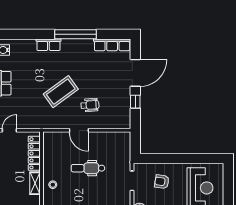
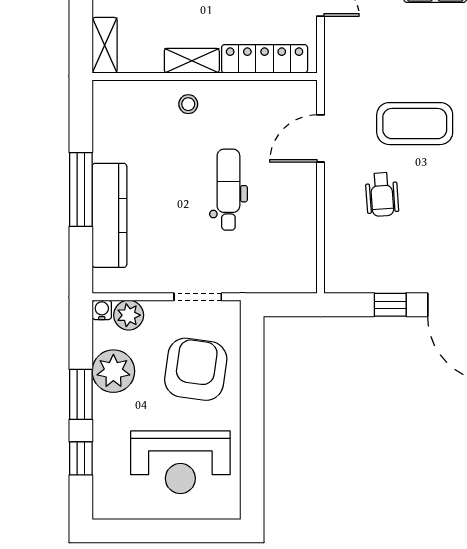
coffee table: (61, 92) -> (415, 124), turned -54
door: (79, 130) -> (320, 138), moved
armchair: (162, 182) -> (196, 369), width x1.88, depth x1.88

